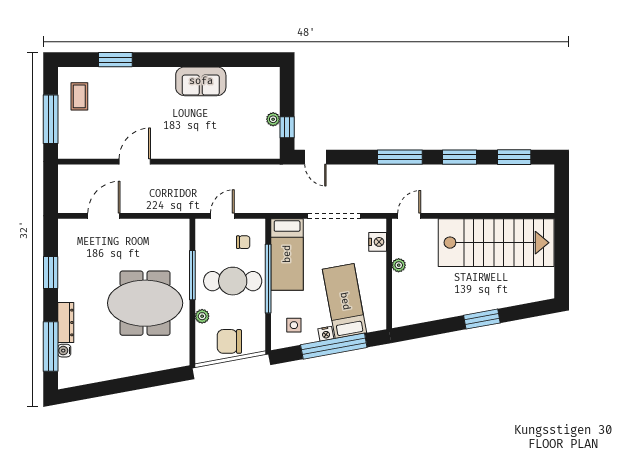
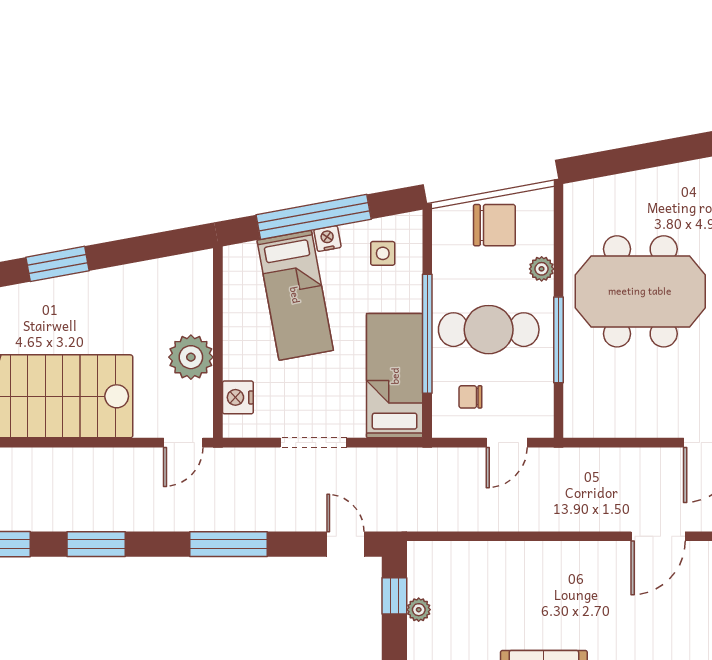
window: (400, 157) -> (229, 544), moved
doorway: (334, 216) -> (313, 443), width x0.73
plant: (399, 265) -> (191, 357), width x1.88, depth x1.88

